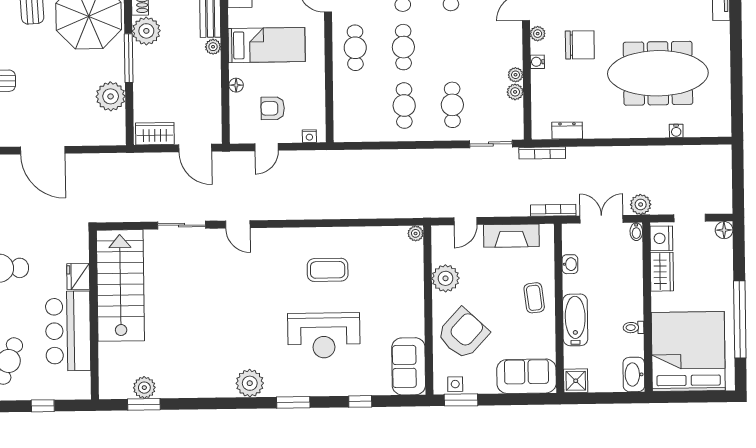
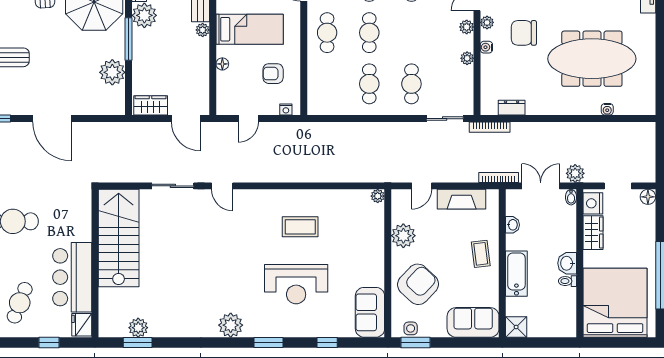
chair: (580, 45) -> (524, 33), turned 180
plant: (515, 92) -> (467, 27), moved
armchair: (273, 108) -> (273, 74), moved
fridge: (78, 277) -> (82, 325), moved
washbasin: (634, 374) -> (567, 263), moved, width x0.72

